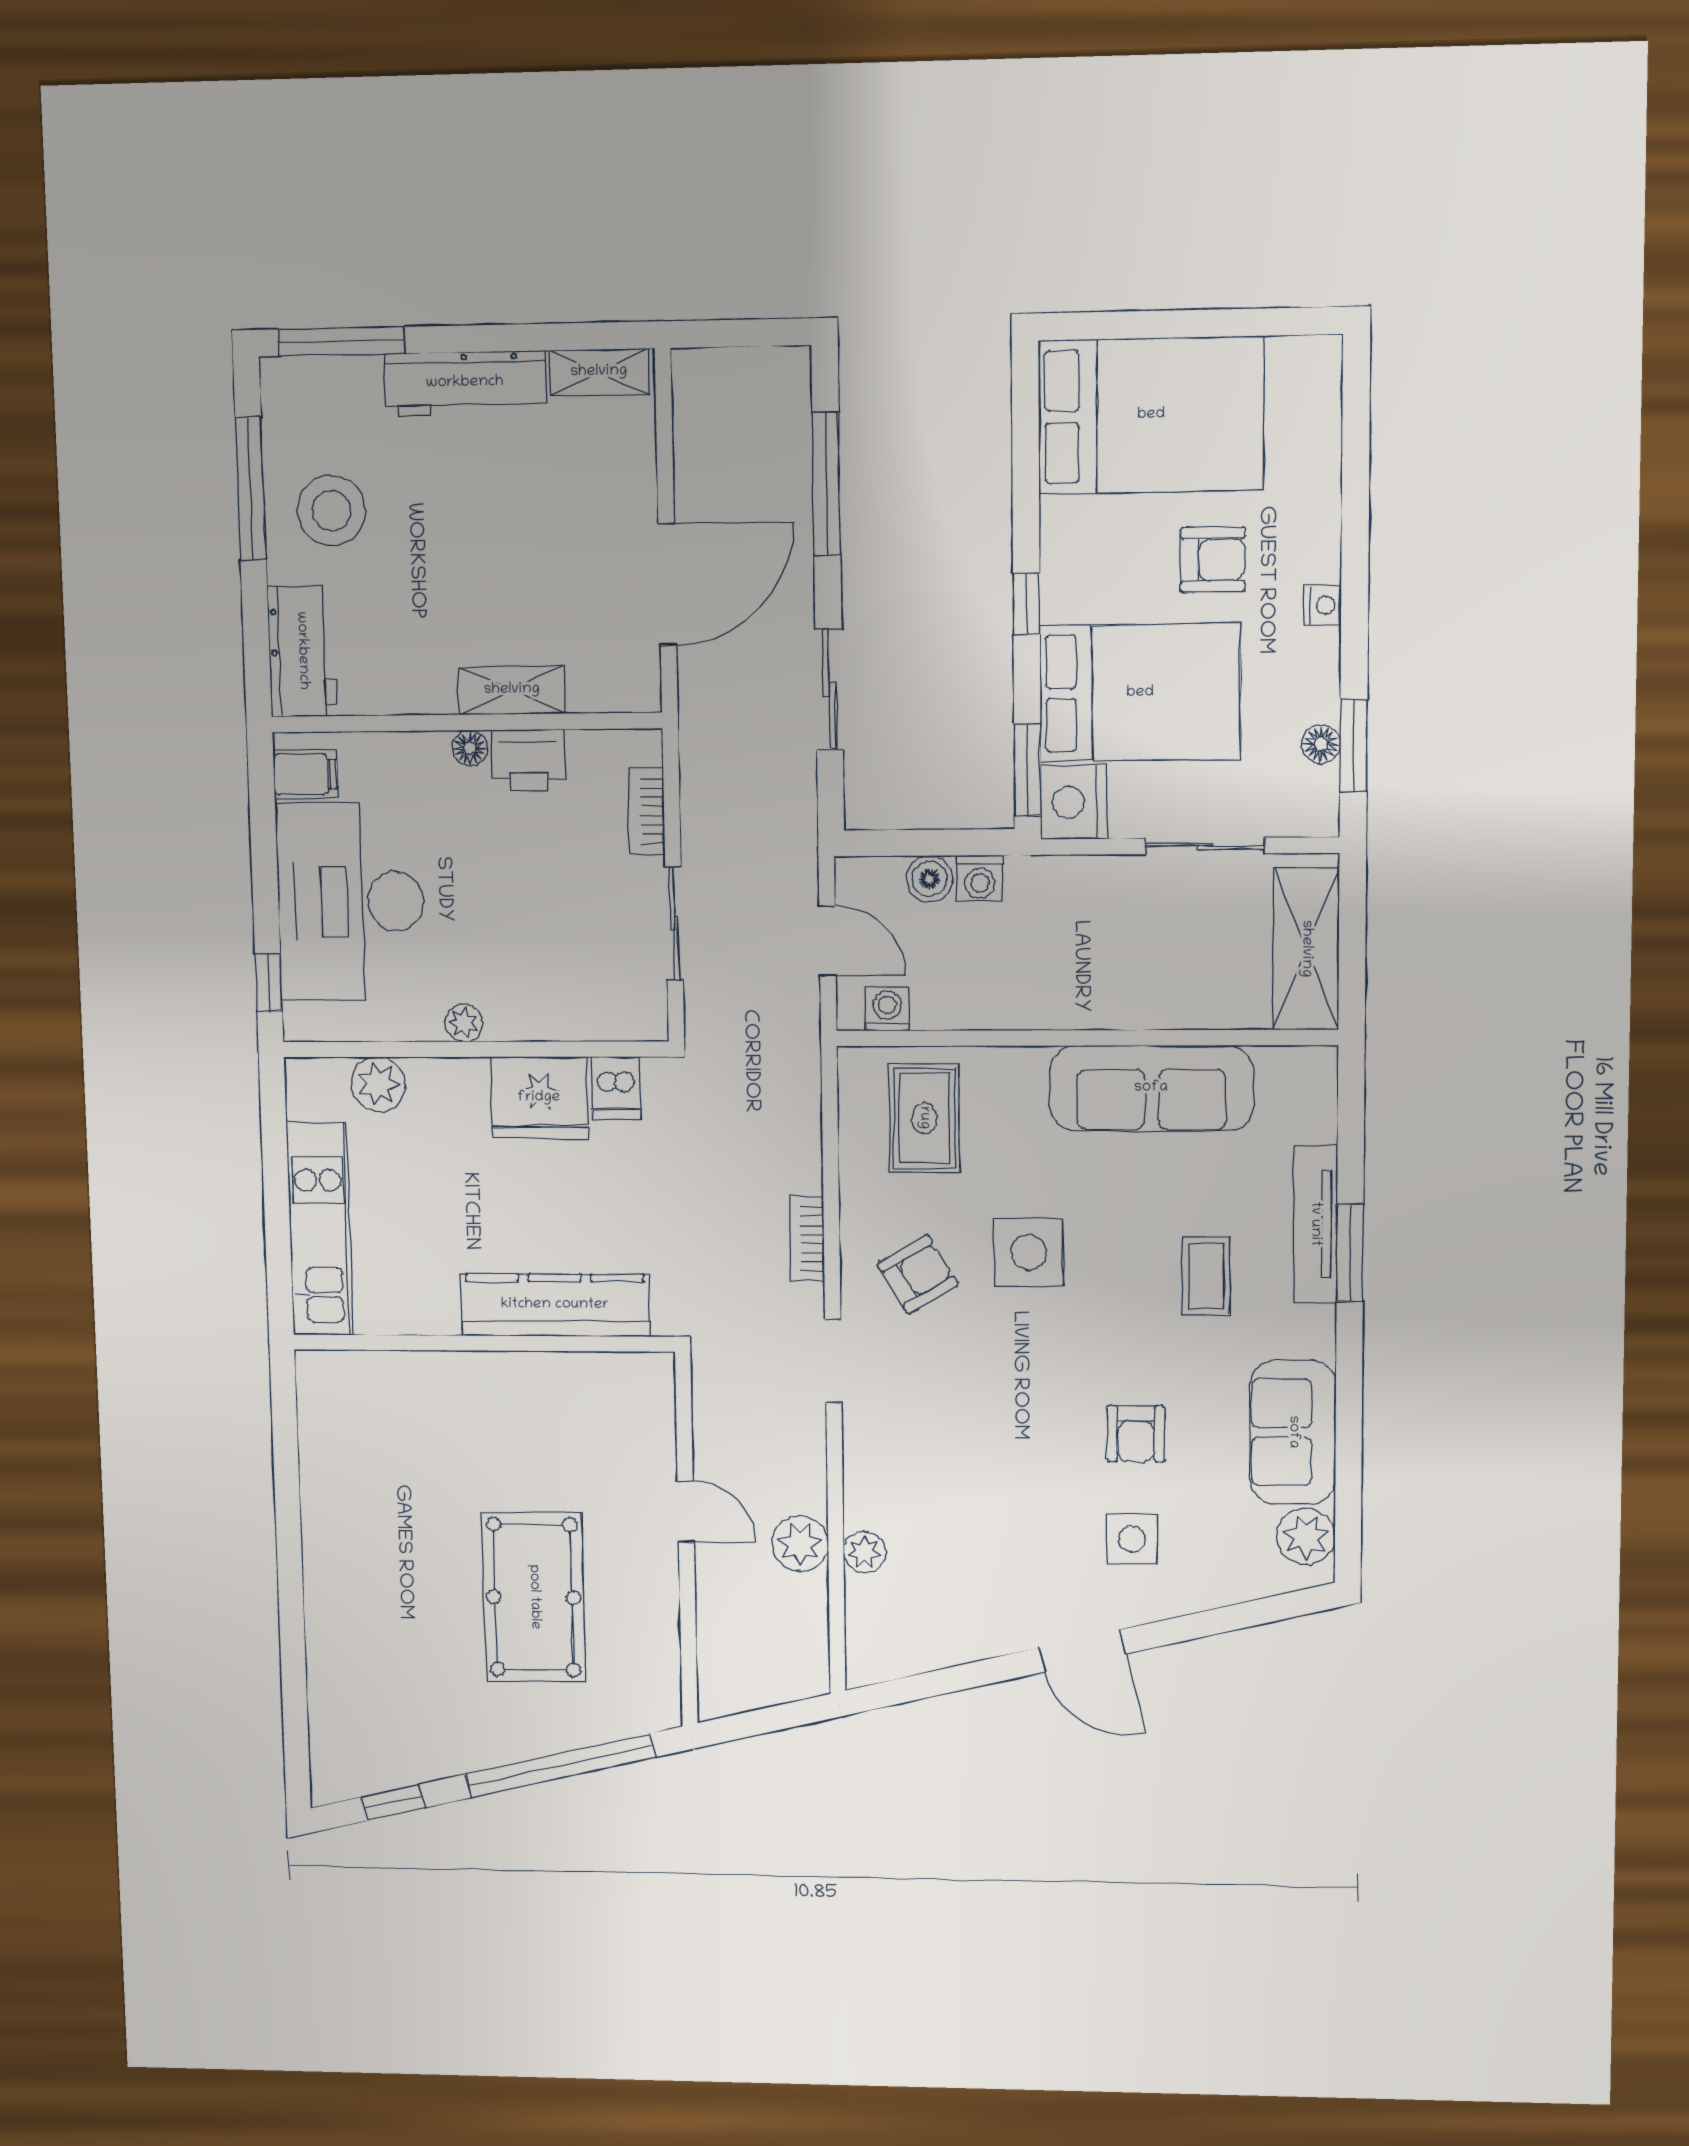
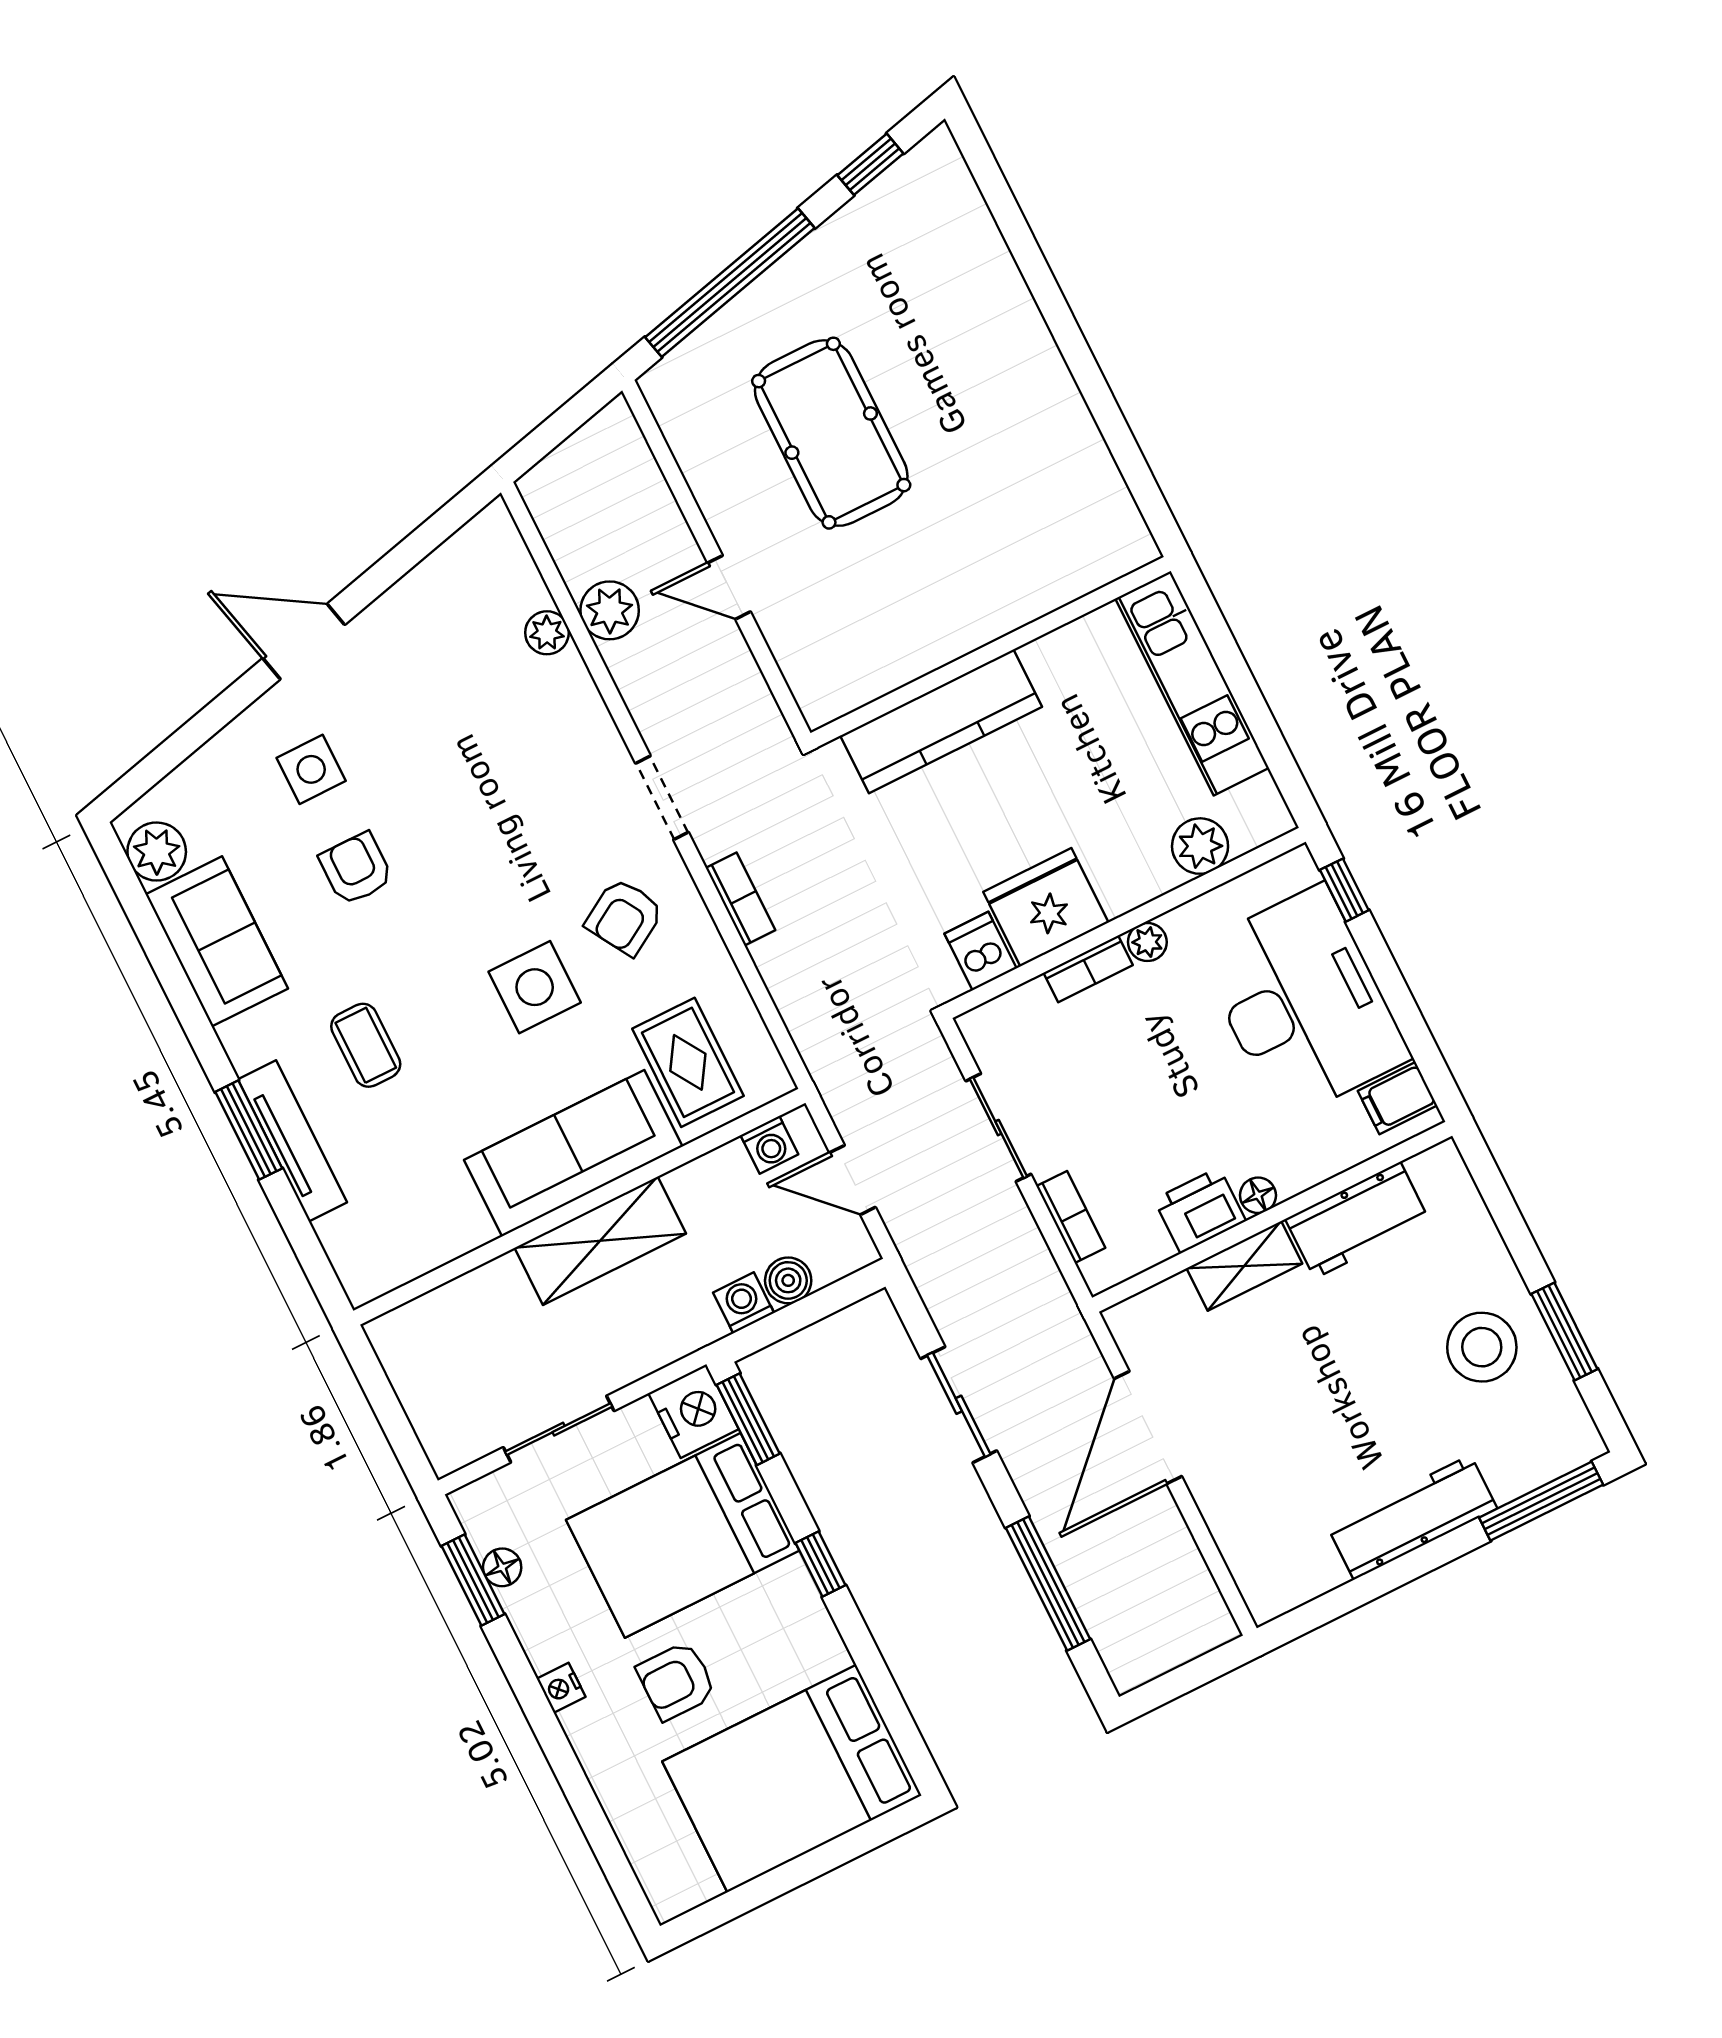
shelving: (599, 372) -> (1297, 1584), removed
window: (251, 489) -> (1564, 1332), width x0.69
workbench: (302, 651) -> (1357, 1220), moved, turned -90
shelving: (1306, 949) -> (600, 1241), moved, turned 90
bookcase: (527, 1025) -> (1088, 969), added
sofa: (1151, 1088) -> (573, 1153), moved

